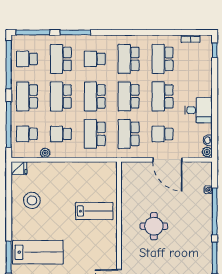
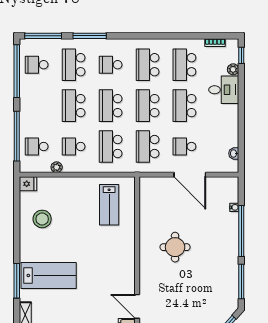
school desk: (27, 96) -> (37, 106), removed
desk: (199, 110) -> (224, 90), moved
plant: (207, 152) -> (233, 69), moved
lab bench: (94, 211) -> (109, 205), moved, turned 90

